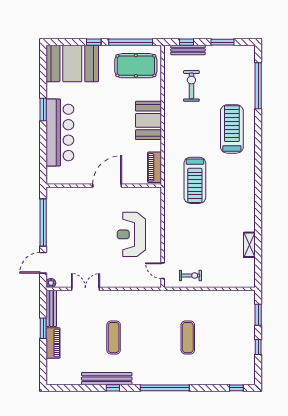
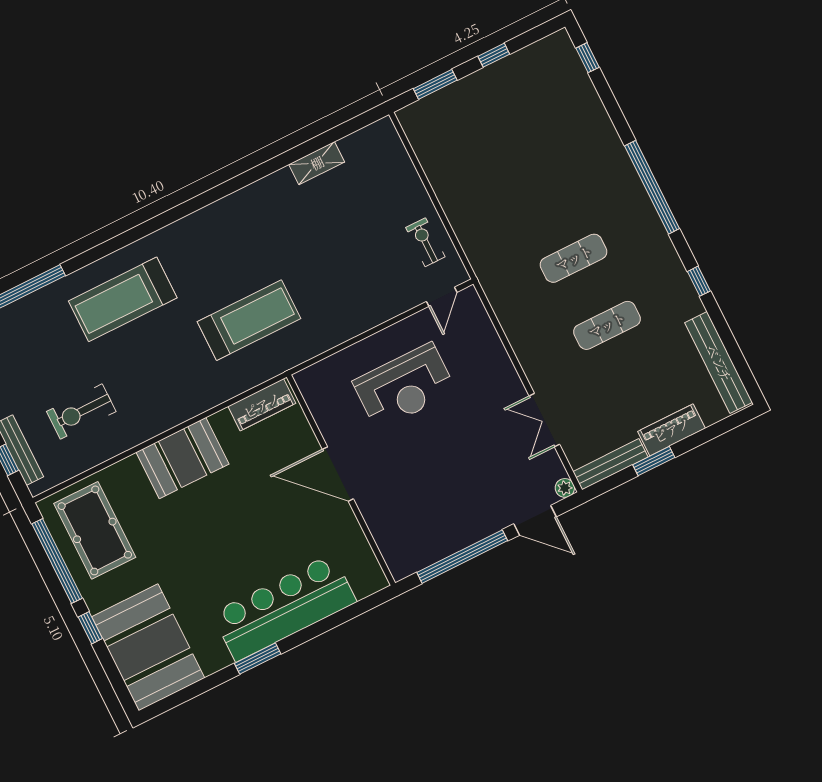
exercise mat: (188, 338) -> (574, 258), moved
bench: (107, 379) -> (719, 363), moved

